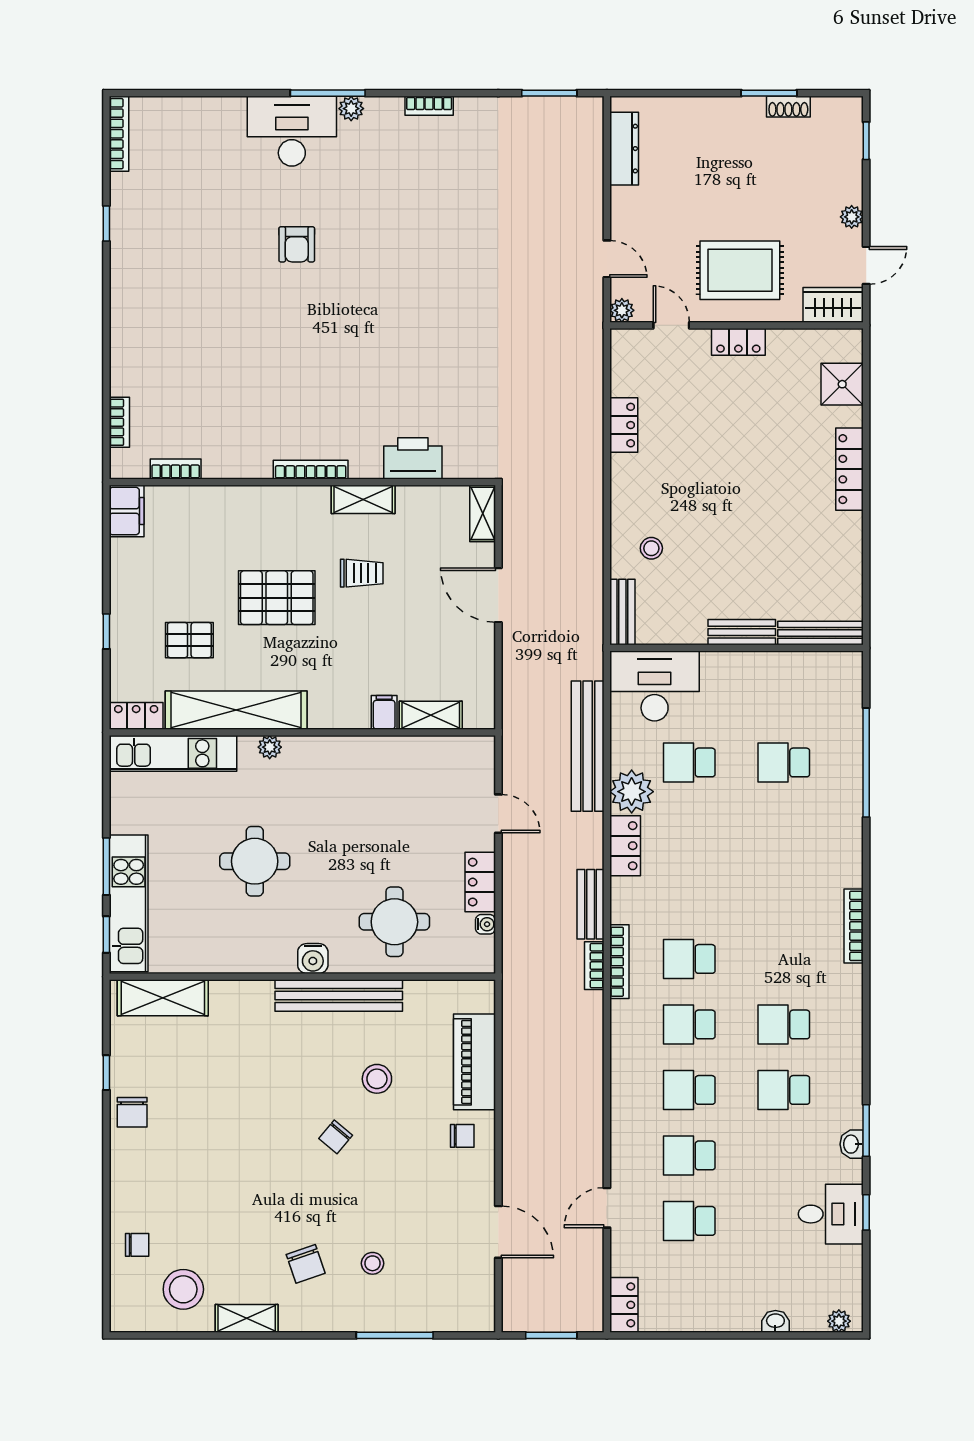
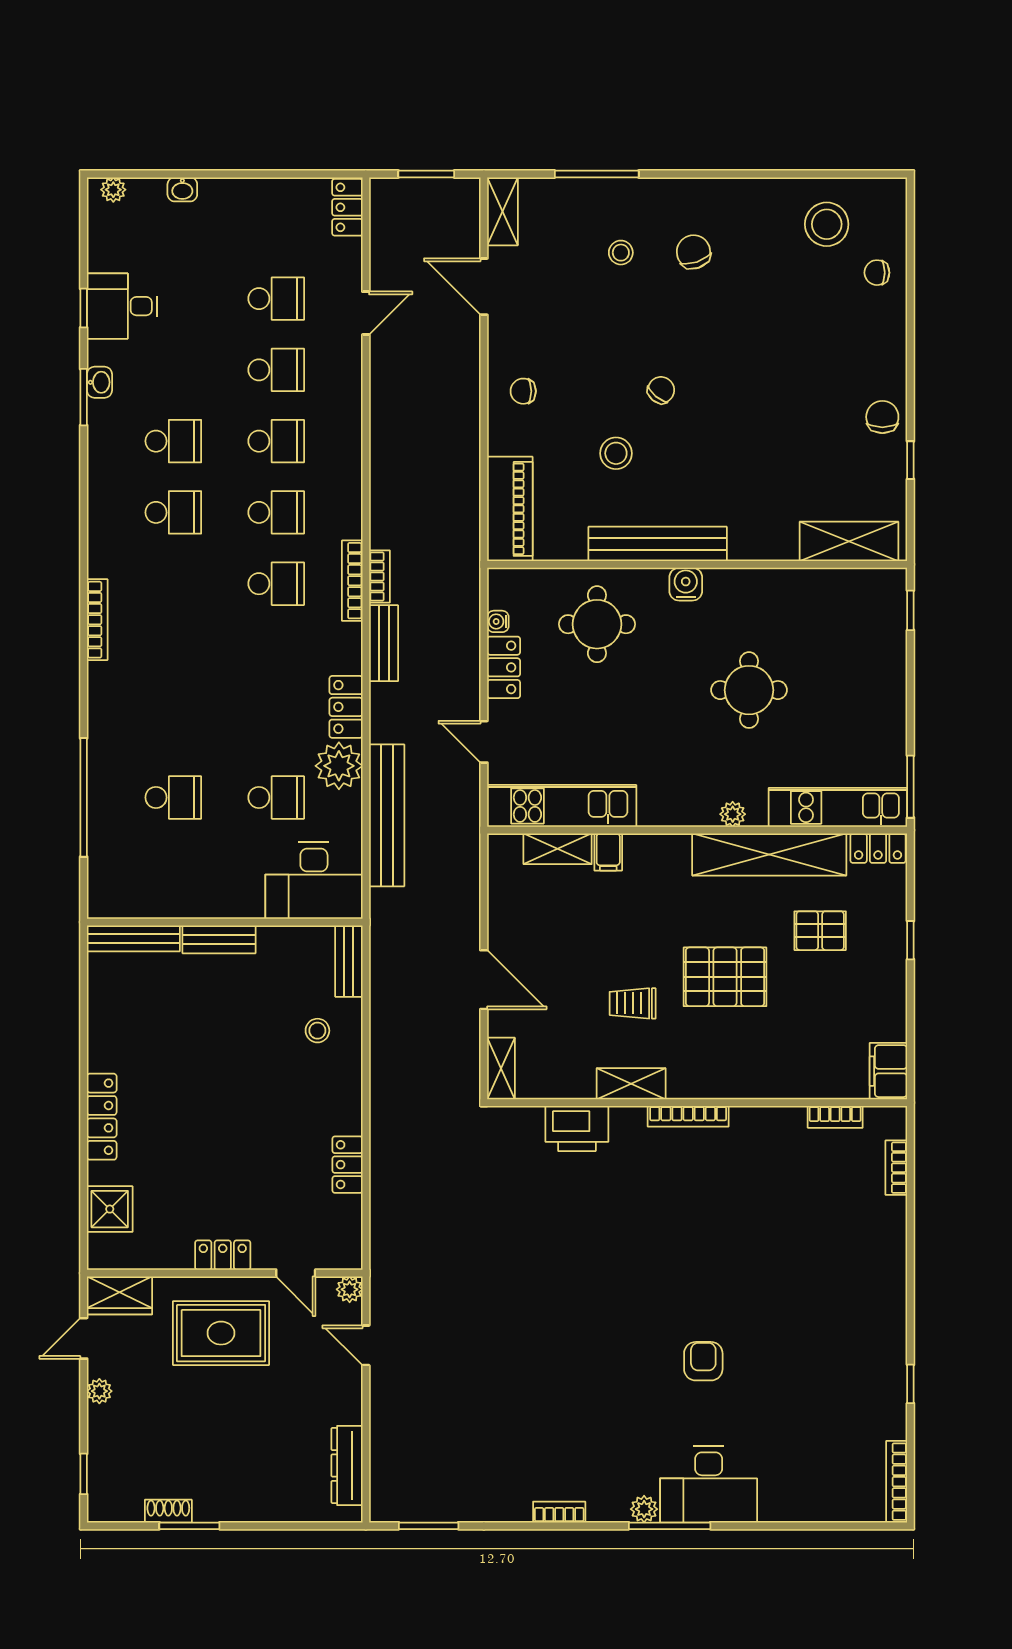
window: (106, 866) -> (910, 787), moved
kitchen unit: (129, 903) -> (562, 806), moved, turned 90
piano: (474, 1062) -> (510, 509), moved
shelving: (247, 1318) -> (502, 211), moved, turned 90

